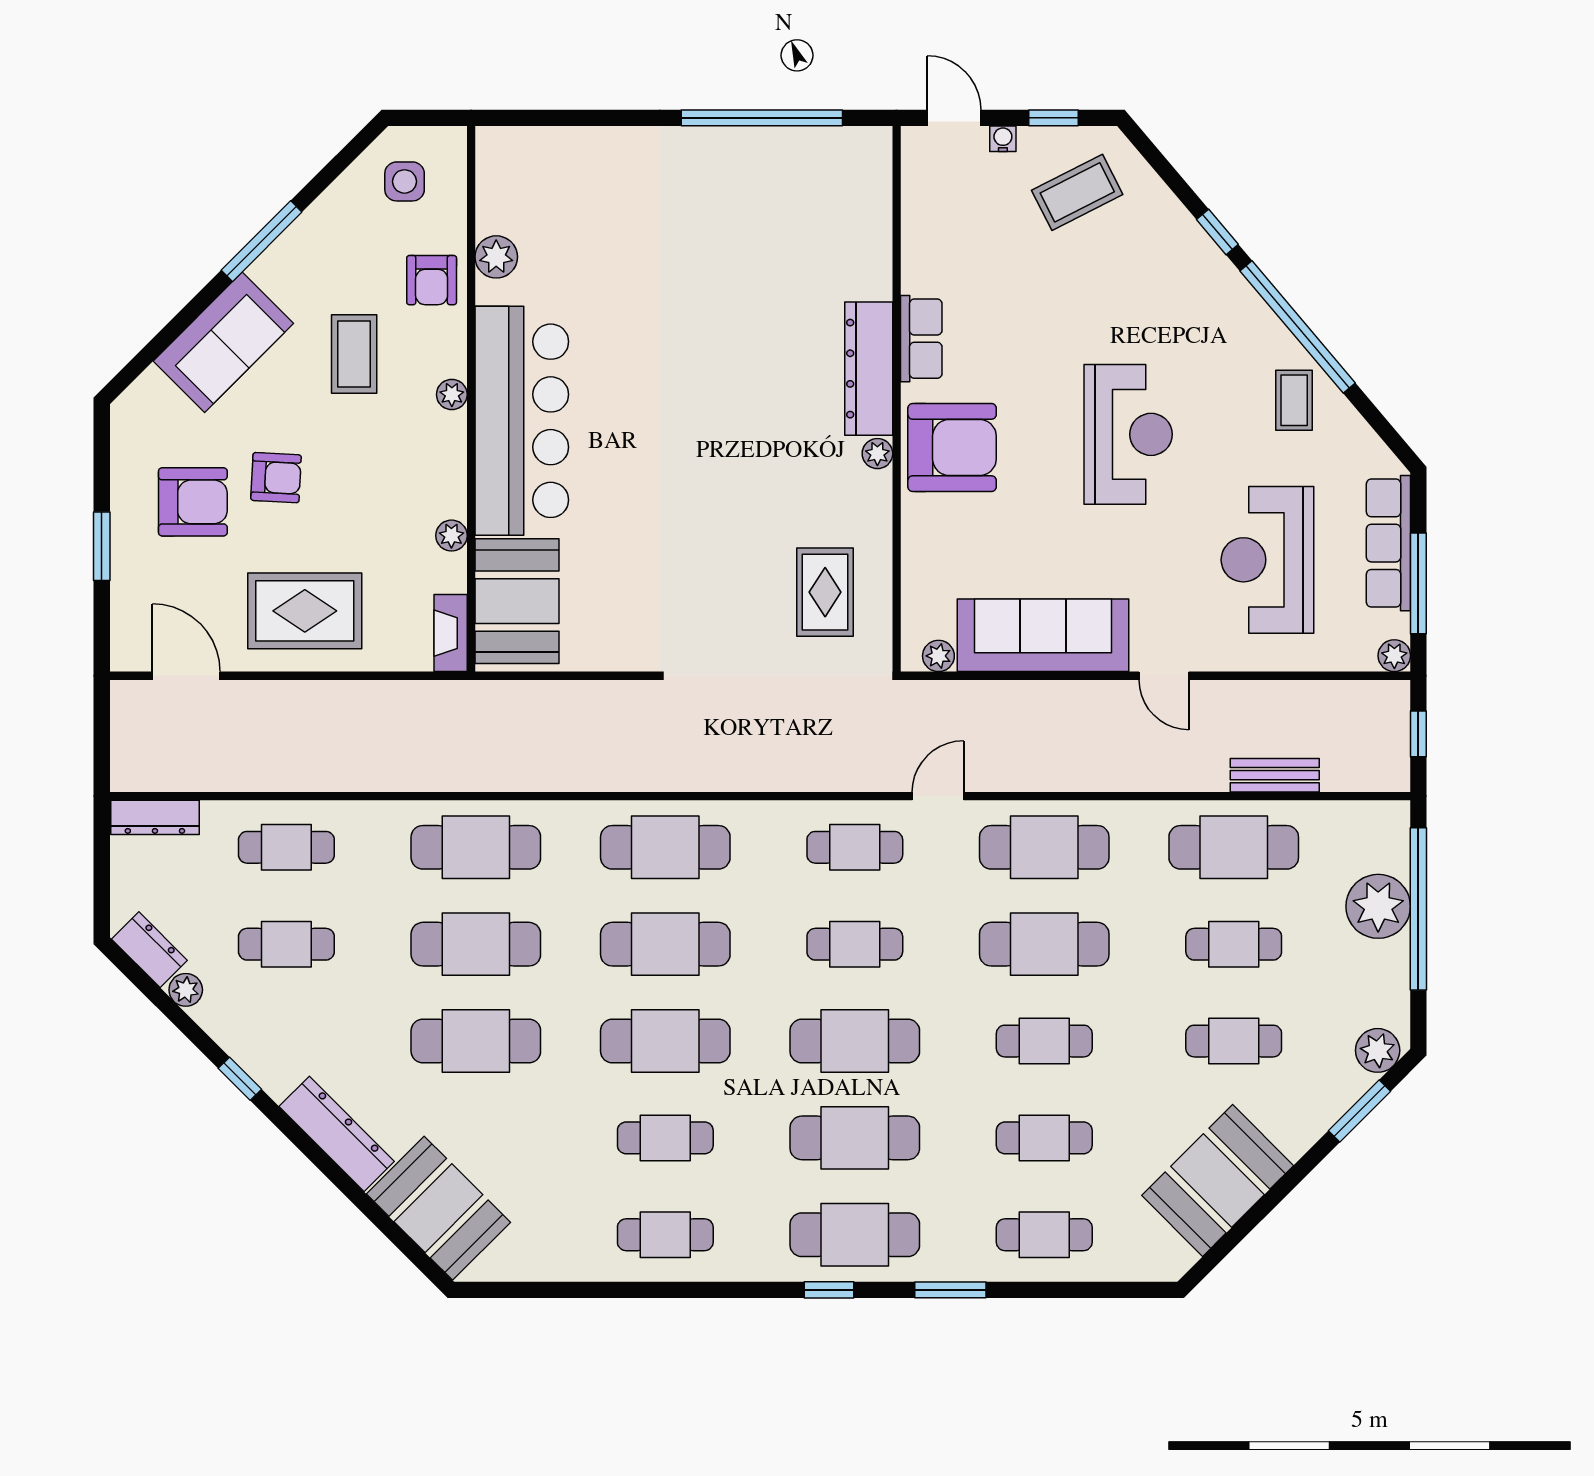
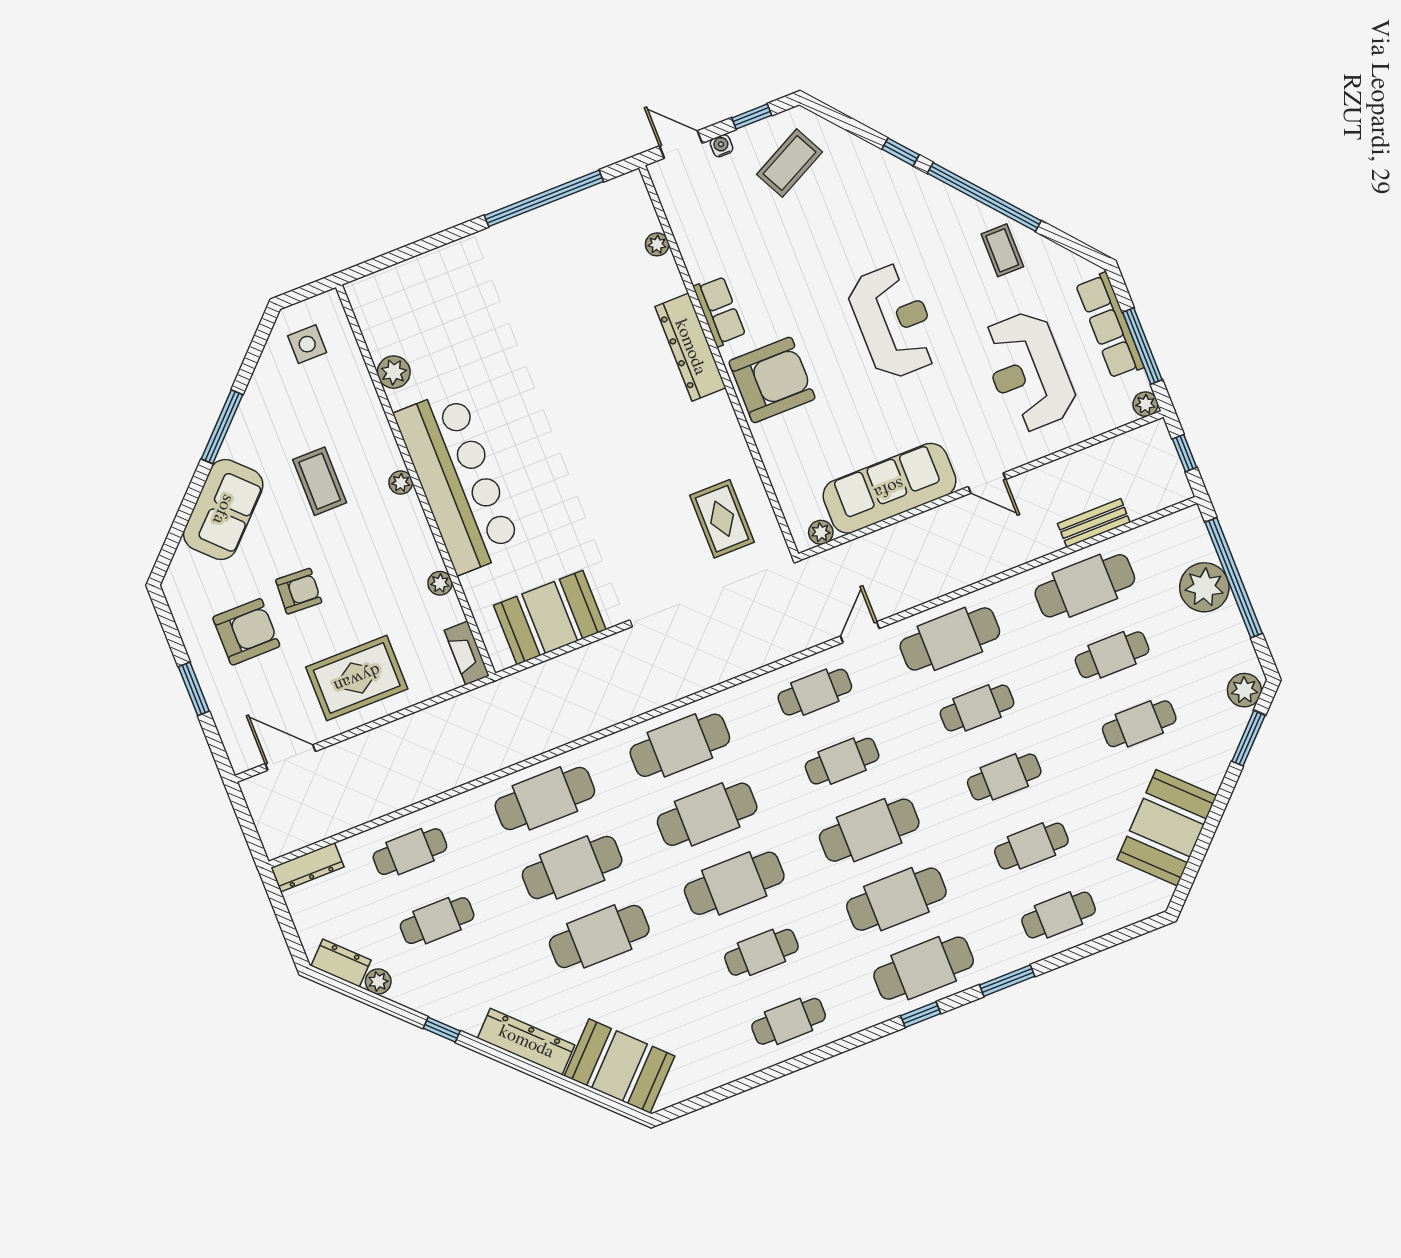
armchair: (432, 280) -> (354, 407), removed
plant: (877, 454) -> (657, 244), moved
booth: (517, 601) -> (550, 618), moved, turned 90
cafe table: (1044, 944) -> (977, 708), width x0.73, depth x0.74

